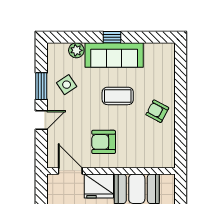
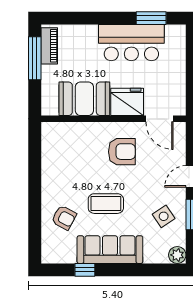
window: (112, 37) -> (85, 270), moved
plant: (76, 50) -> (177, 255), moved
armchair: (157, 111) -> (64, 218), moved

